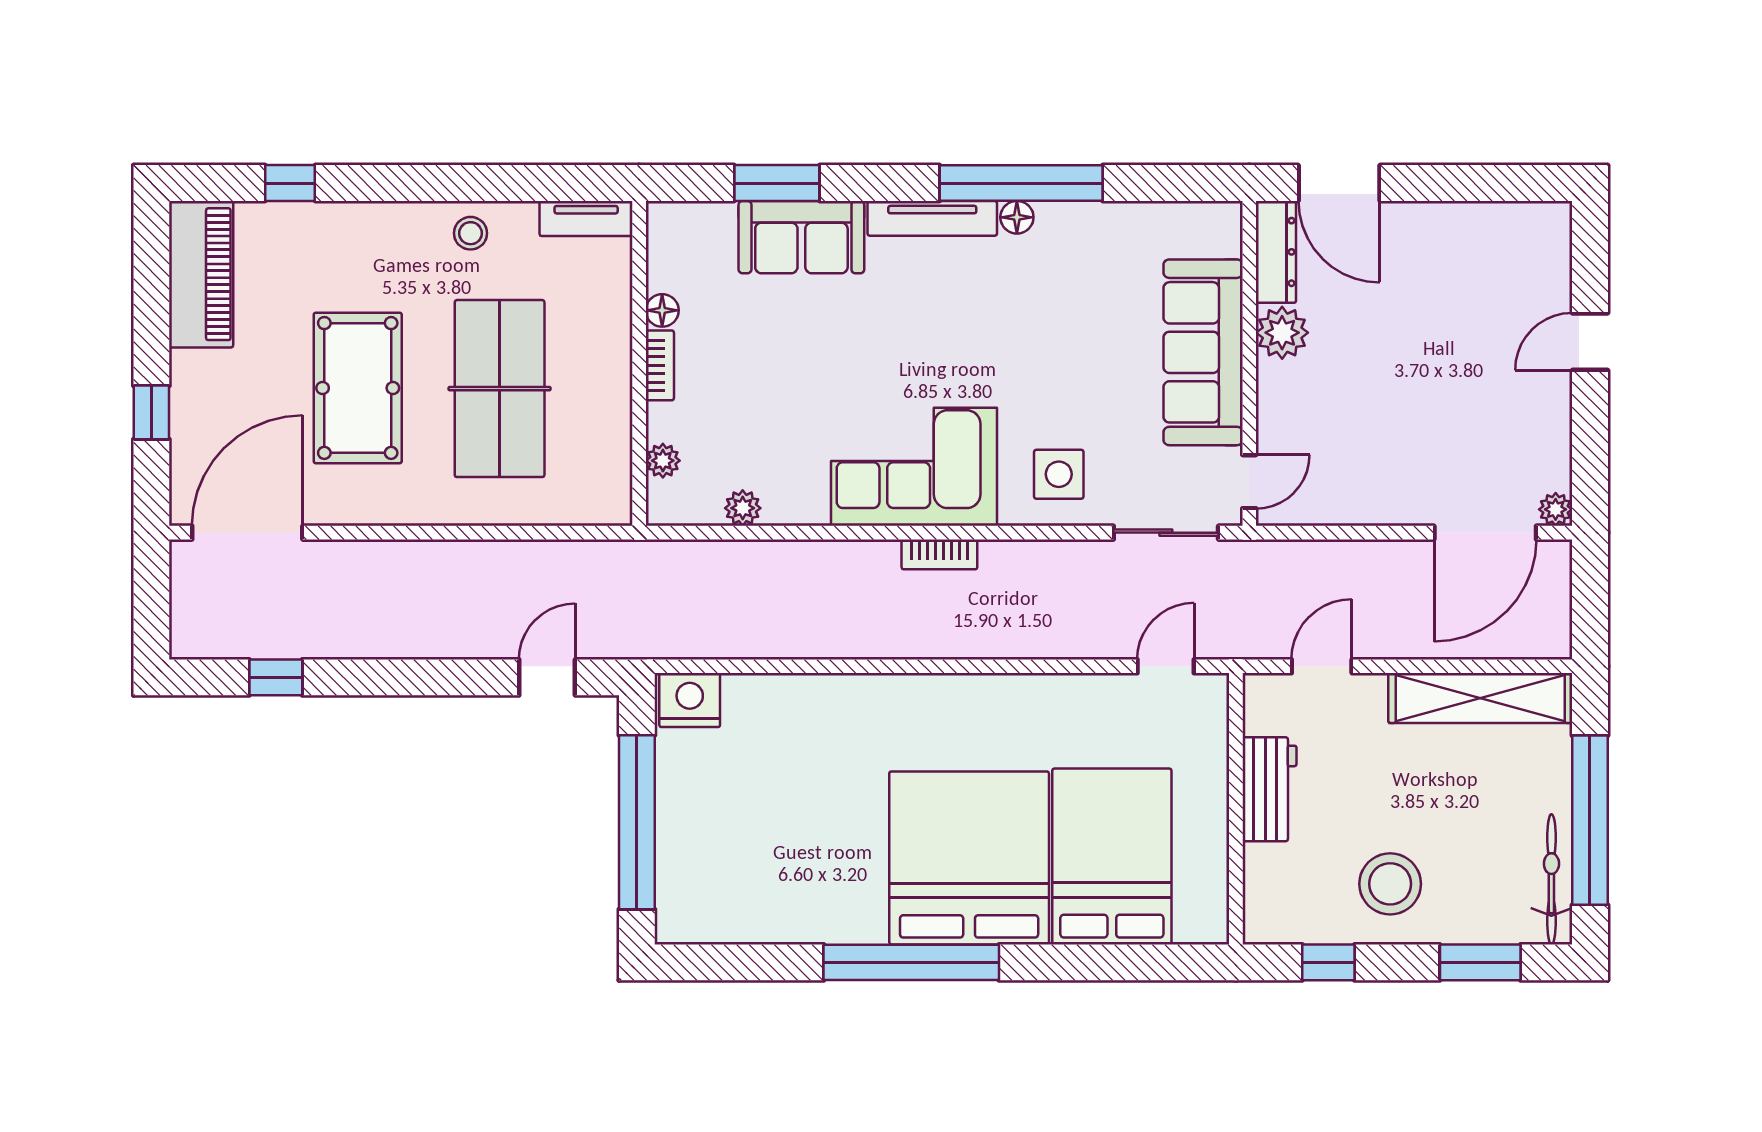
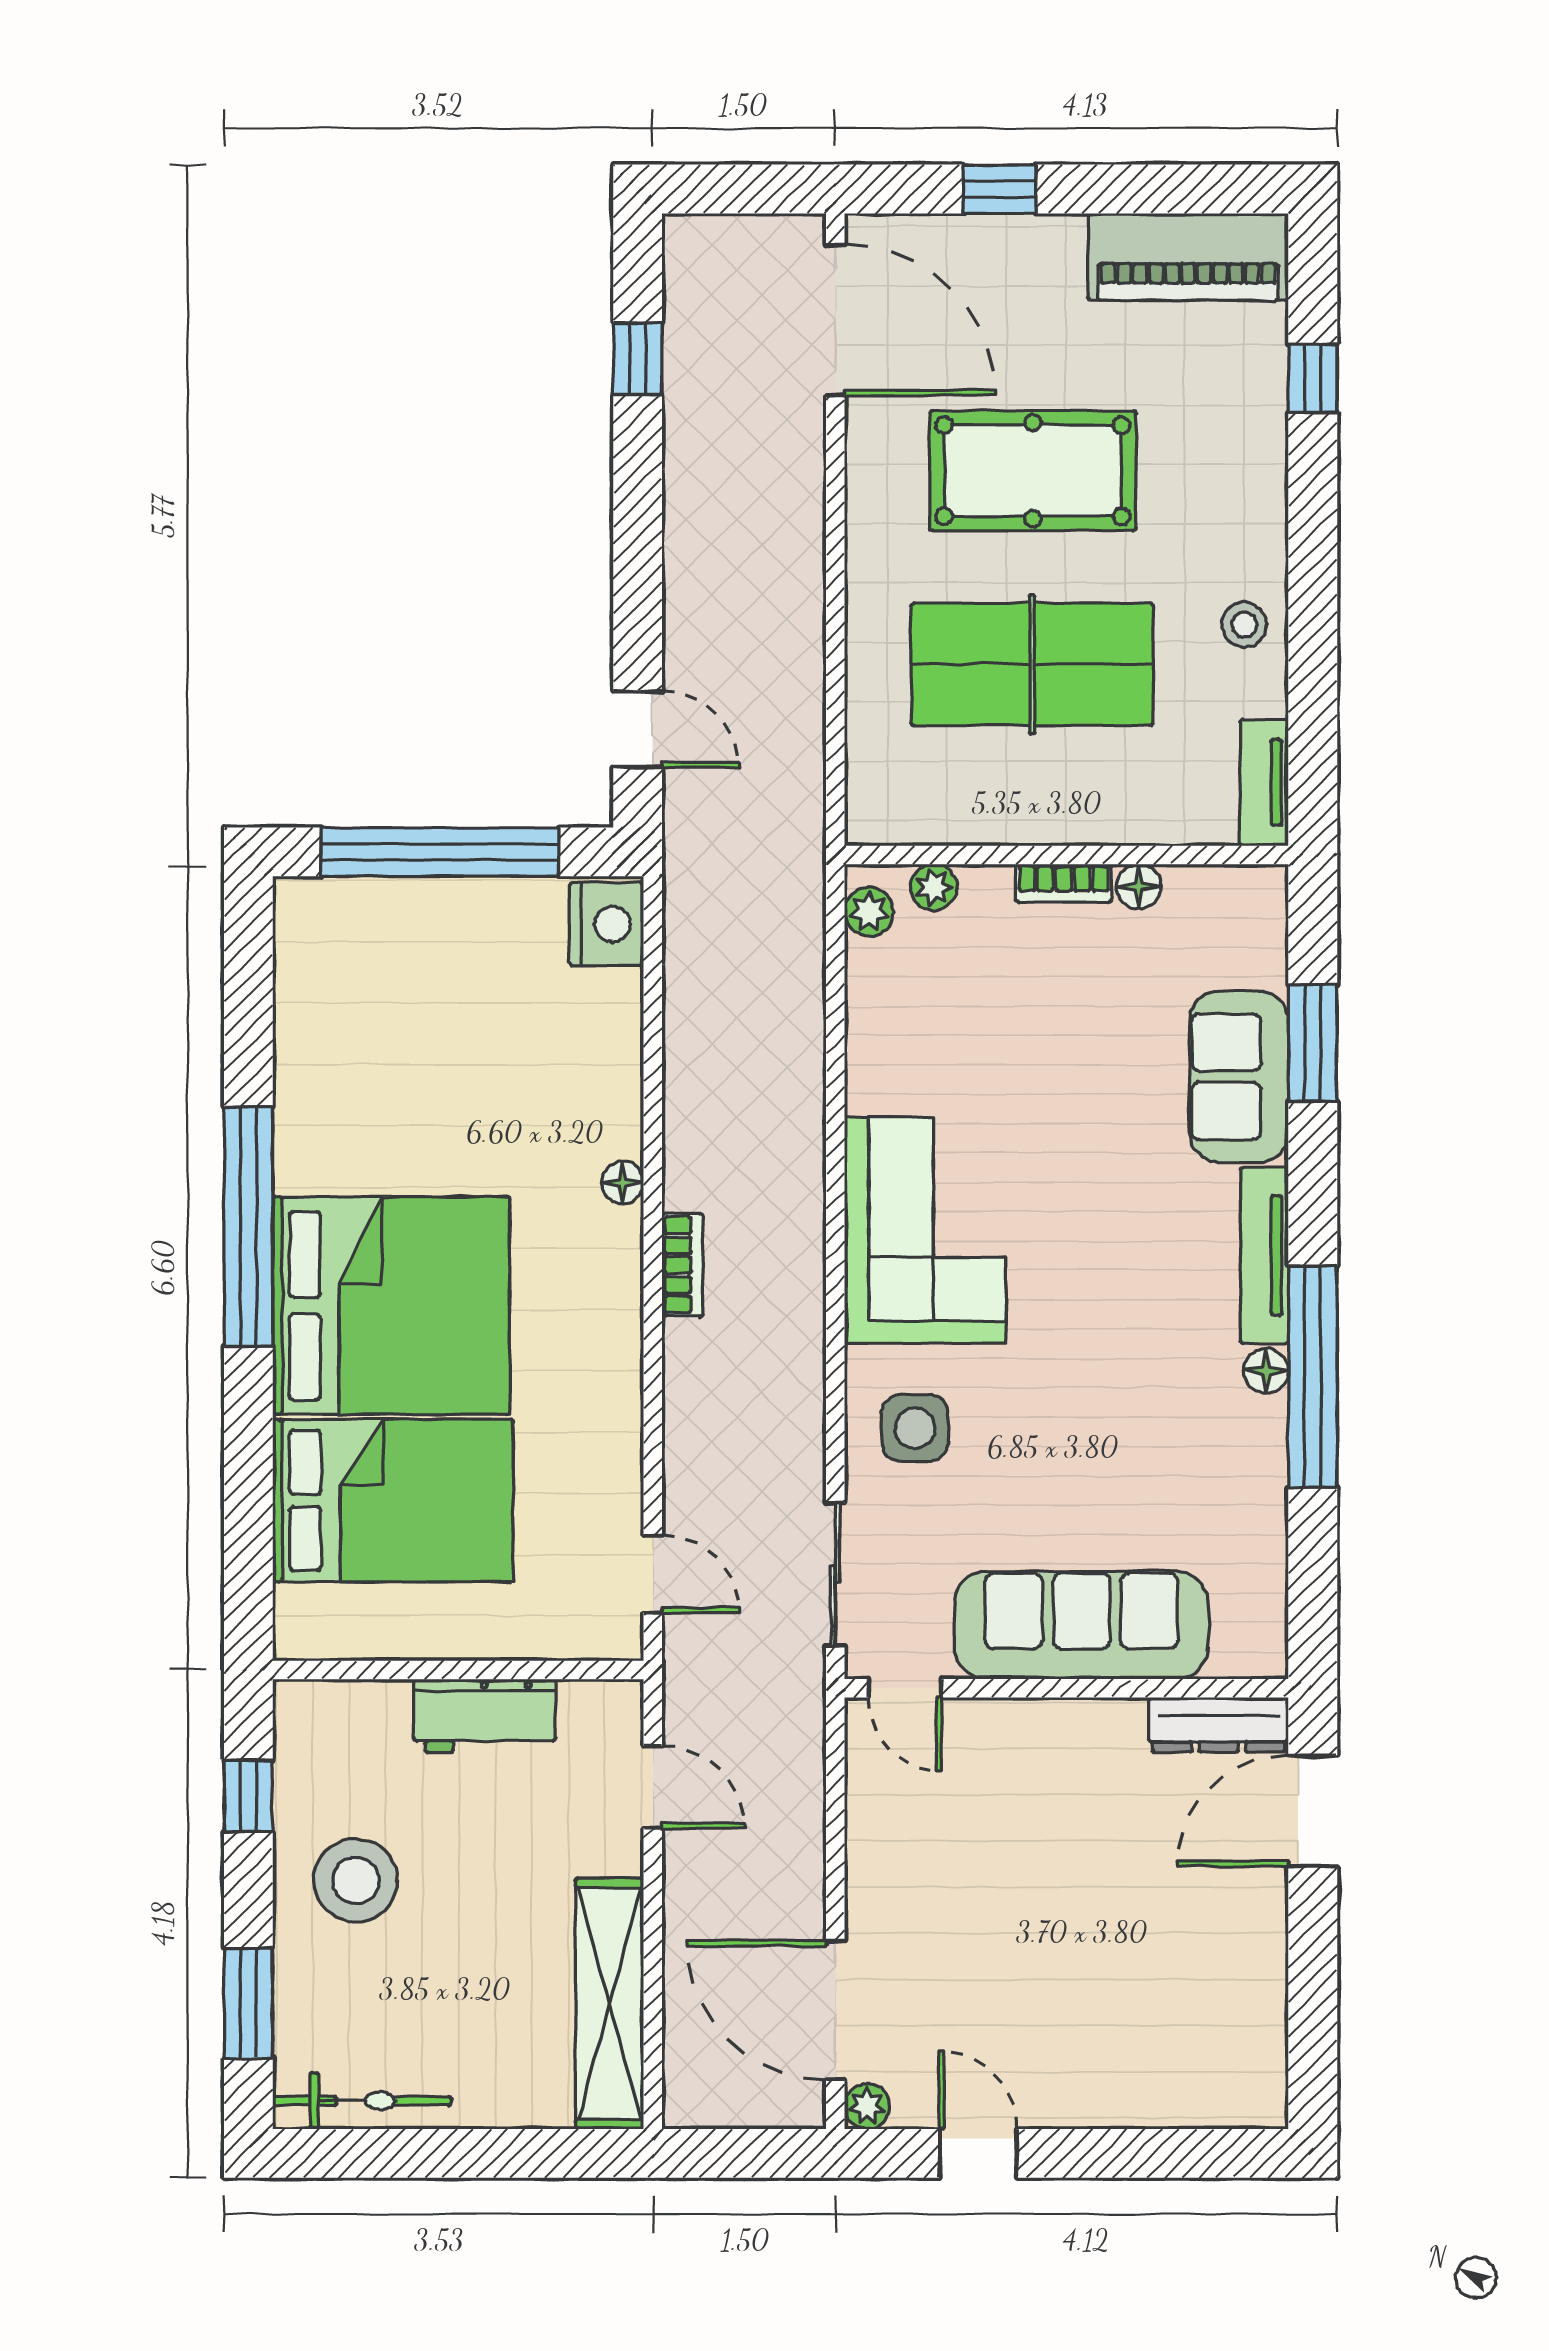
plant: (1282, 333) -> (1108, 1733), removed
door: (1590, 342) -> (978, 2153), moved
plant: (743, 508) -> (869, 912), moved
bookcase: (939, 554) -> (683, 1265), moved, turned 180
floor lamp: (879, 688) -> (623, 1183), added
window: (1590, 820) -> (443, 2153), removed

